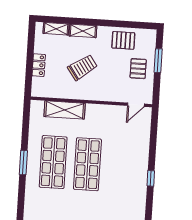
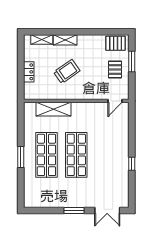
pallet: (123, 40) -> (116, 43), moved

